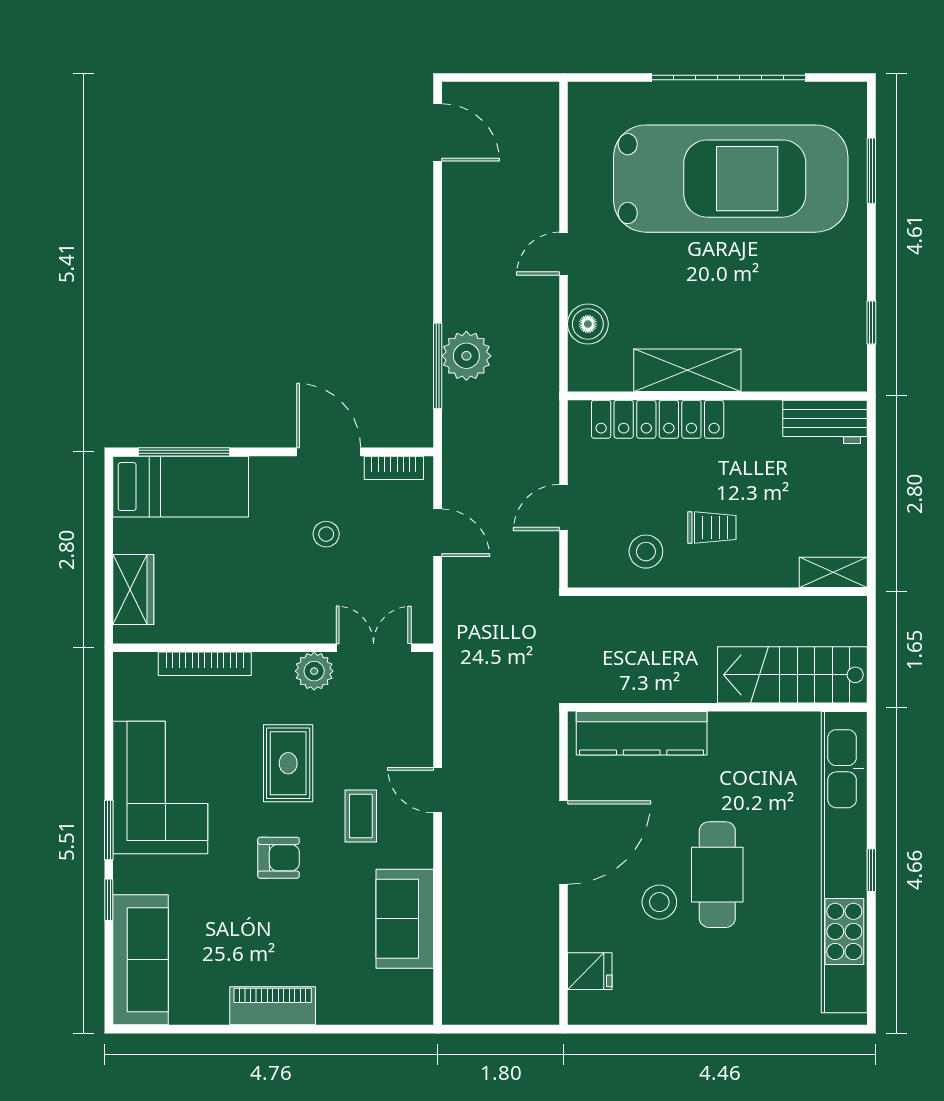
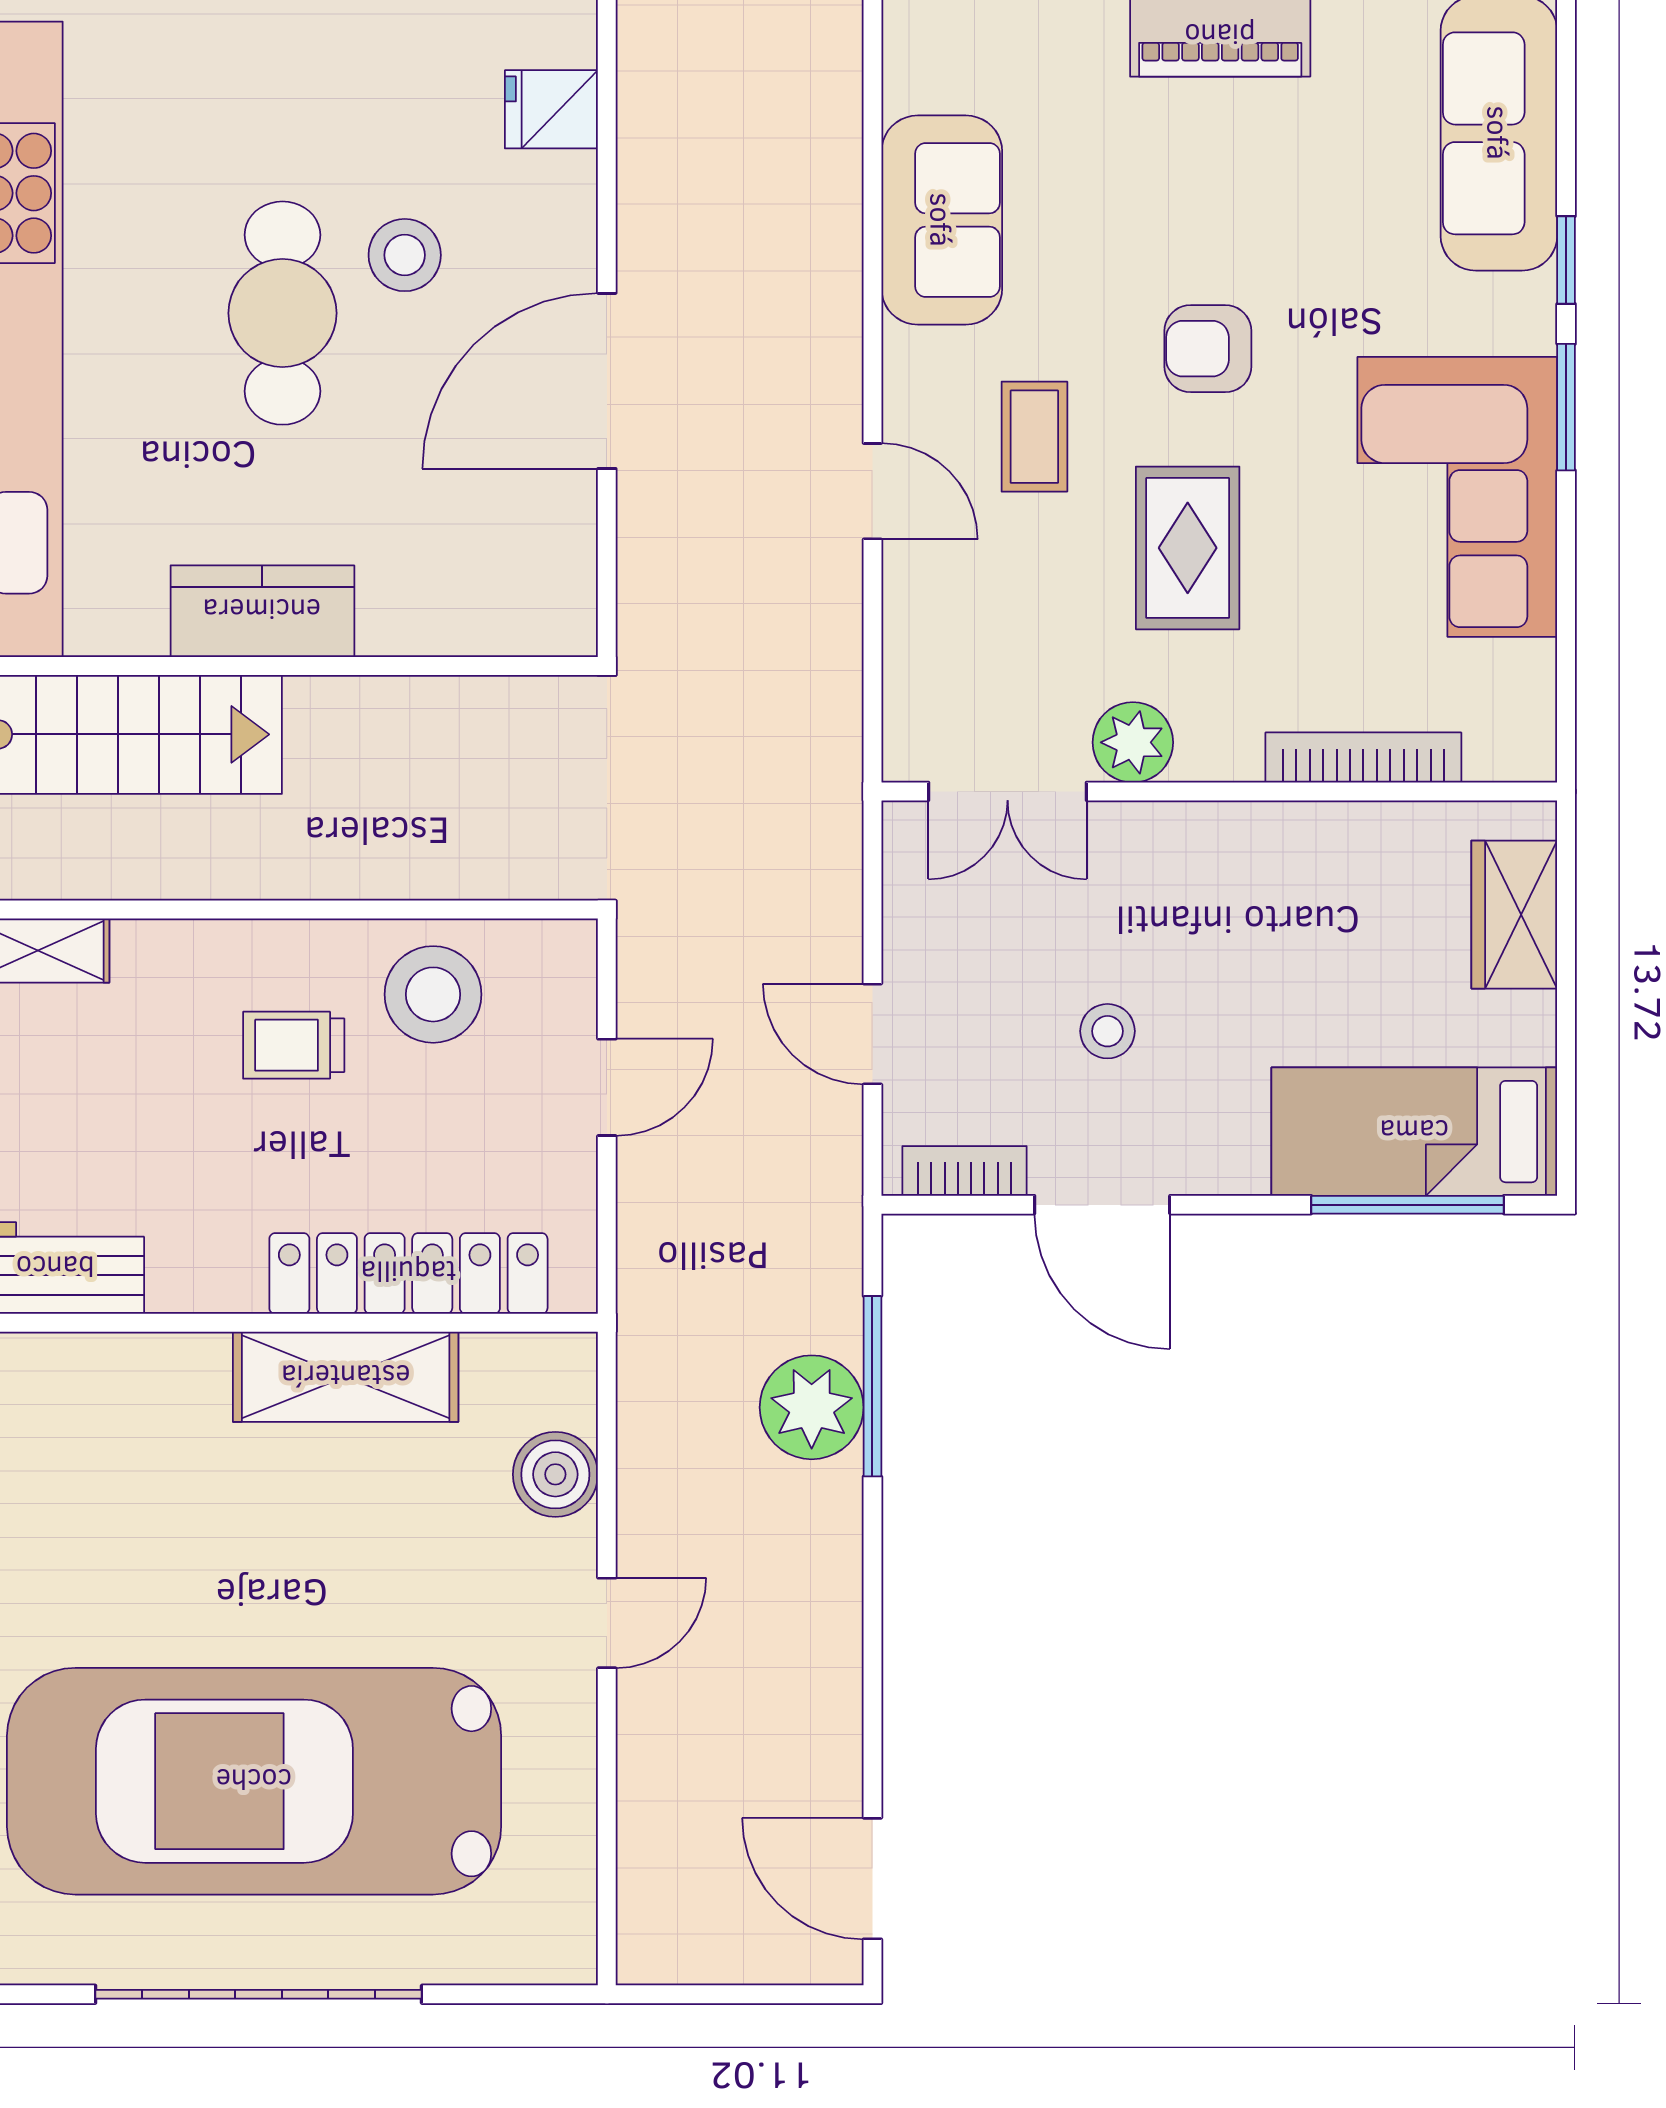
stool: (646, 552) -> (433, 994), width x1.38, depth x1.38
kitchen counter: (642, 733) -> (262, 611), moved, width x0.67

